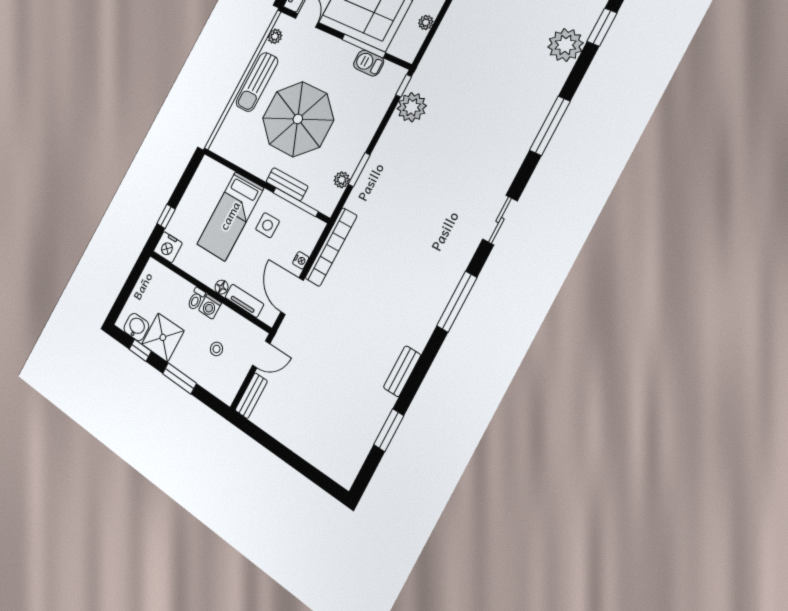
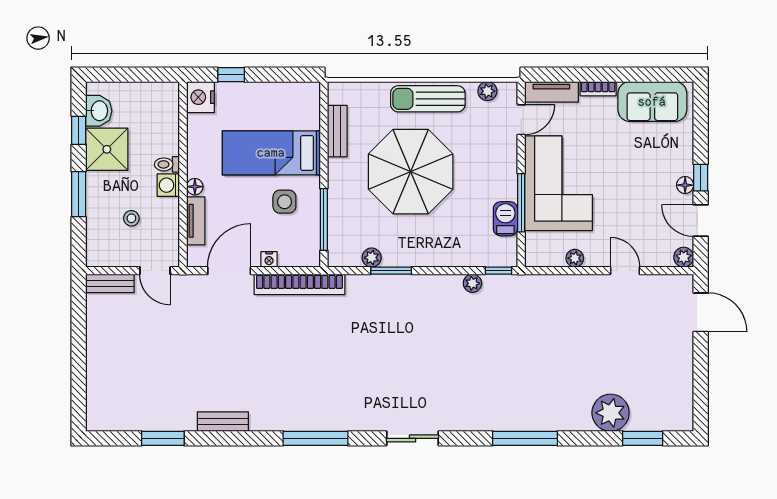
plant: (412, 107) -> (472, 283), width x0.53, depth x0.53
bench: (287, 184) -> (337, 131), moved

